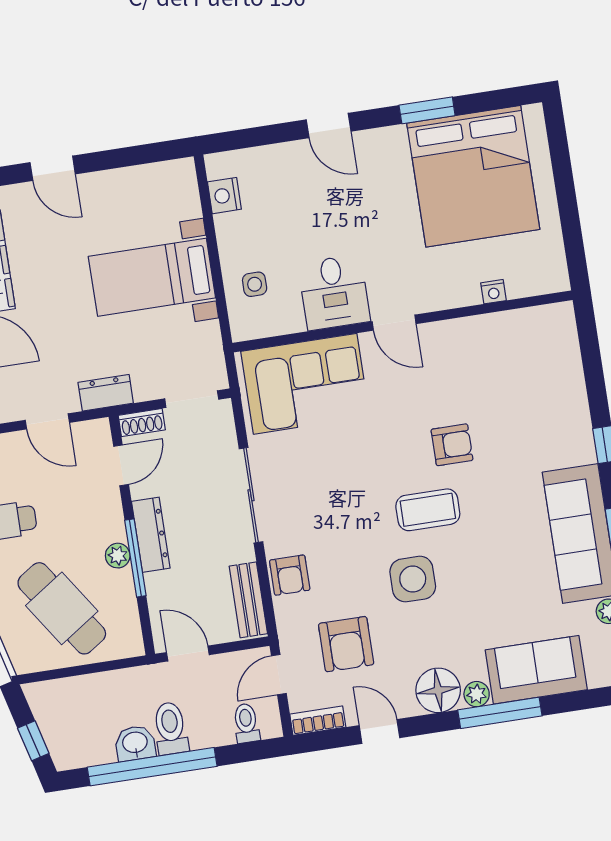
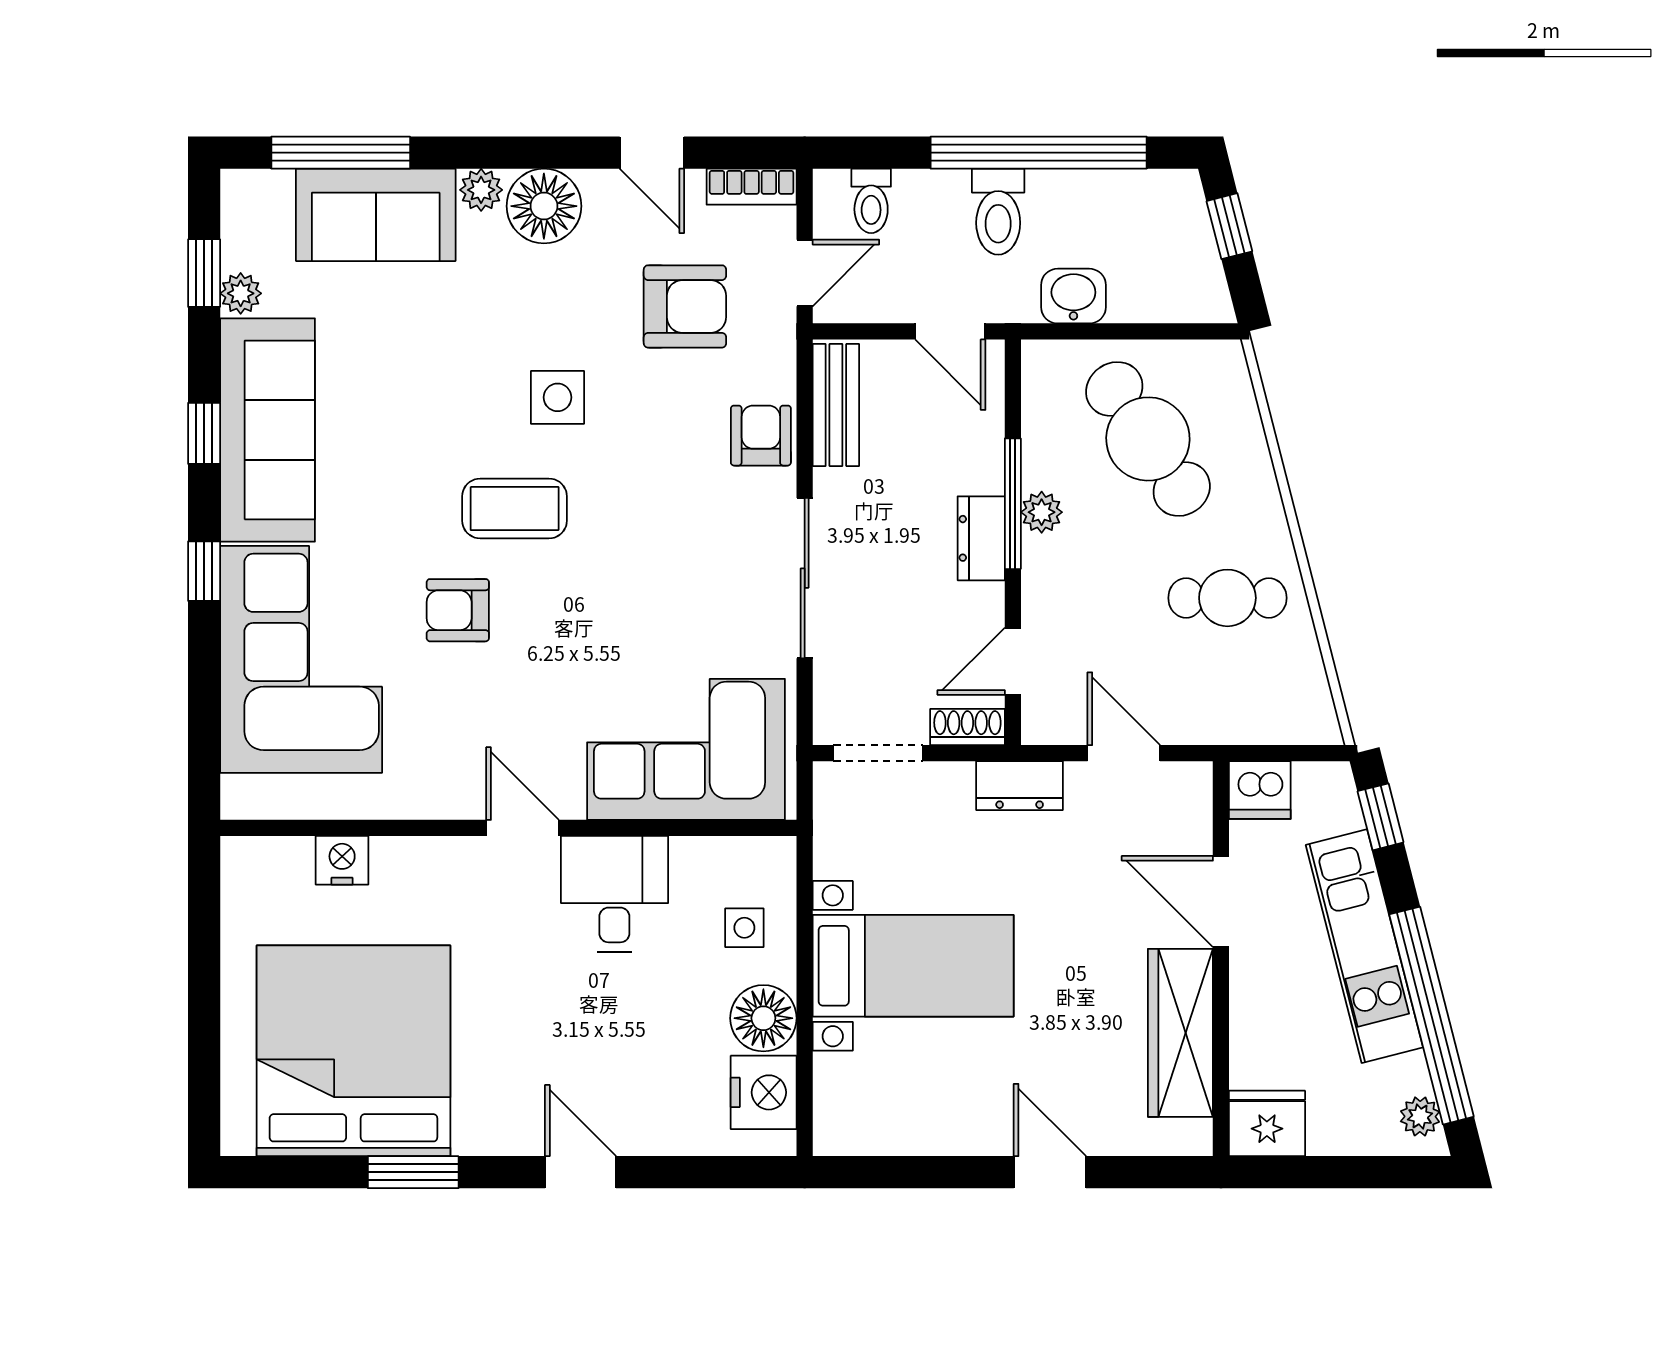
nightstand: (224, 196) -> (764, 1092), width x1.36, depth x1.33
floor lamp: (235, 233) -> (763, 1018), added
nightstand: (494, 292) -> (342, 860), width x1.39, depth x1.35
corner sofa: (540, 402) -> (301, 659), added
dresser: (151, 535) -> (981, 538), width x0.70
side table: (413, 579) -> (558, 397), width x0.73, depth x0.73
armchair: (346, 644) -> (685, 306), turned 90
window: (500, 713) -> (341, 153), moved
washbasin: (135, 743) -> (1073, 296), moved, turned 180

